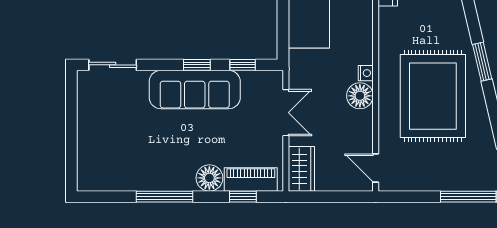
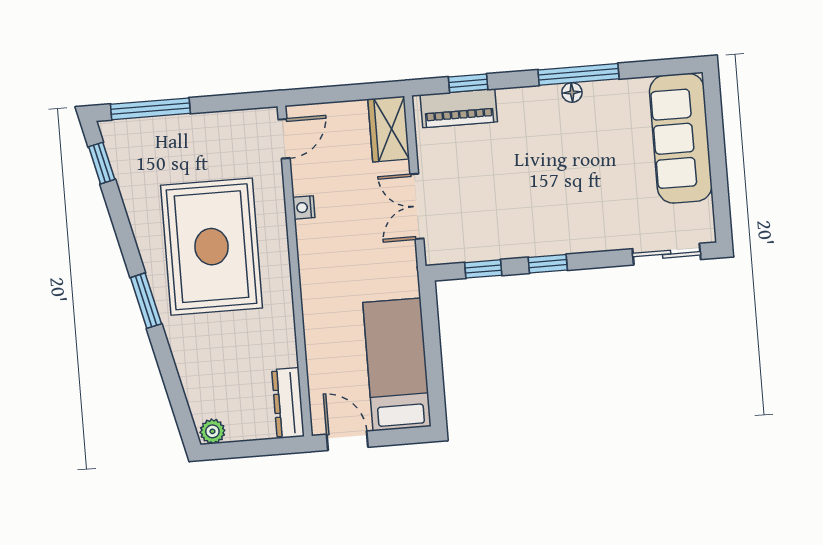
nightstand: (366, 73) -> (304, 207), moved
sofa: (195, 90) -> (681, 138), moved, turned -90
floor lamp: (360, 96) -> (314, 239), removed
door: (376, 168) -> (284, 139), hinge flipped
floor lamp: (209, 178) -> (572, 92), moved, width x0.53, depth x0.53

